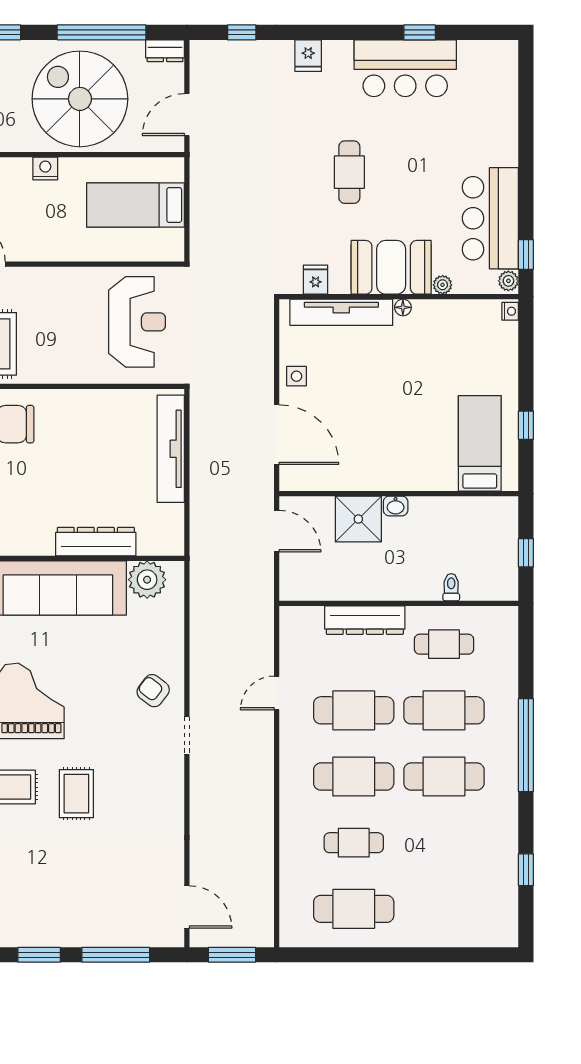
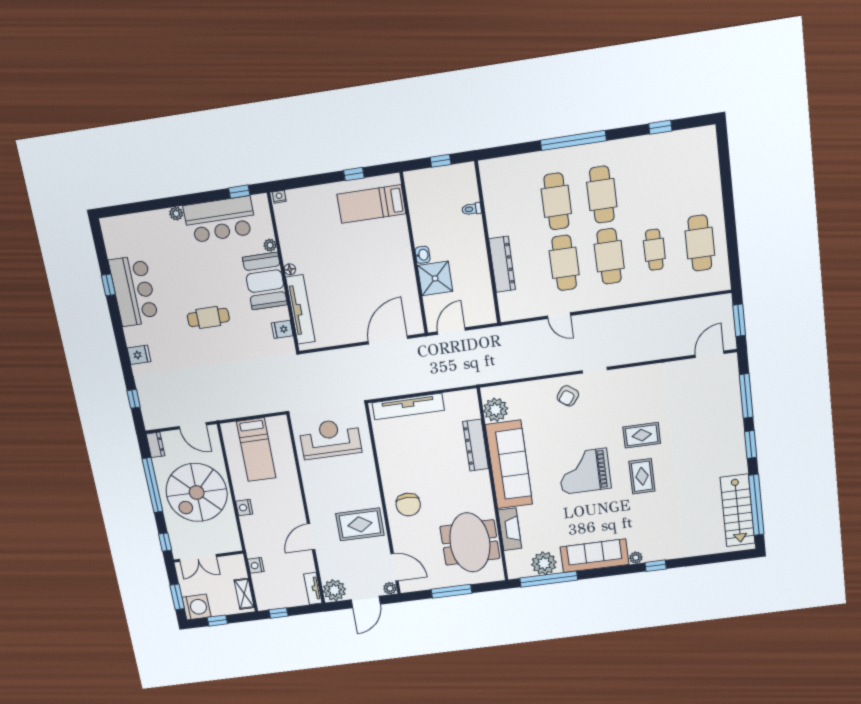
plant: (508, 281) -> (176, 214), moved
side table: (297, 376) -> (347, 333), removed
cafe table: (444, 644) -> (511, 208), removed

